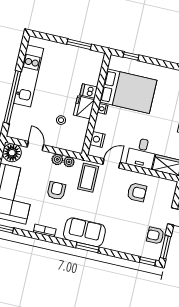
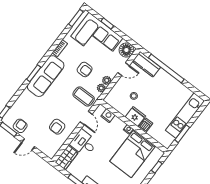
kitchen unit: (29, 76) -> (185, 116), moved, turned 90
kitchen counter: (18, 122) -> (146, 64), added
sofa: (84, 232) -> (46, 76), width x1.36

